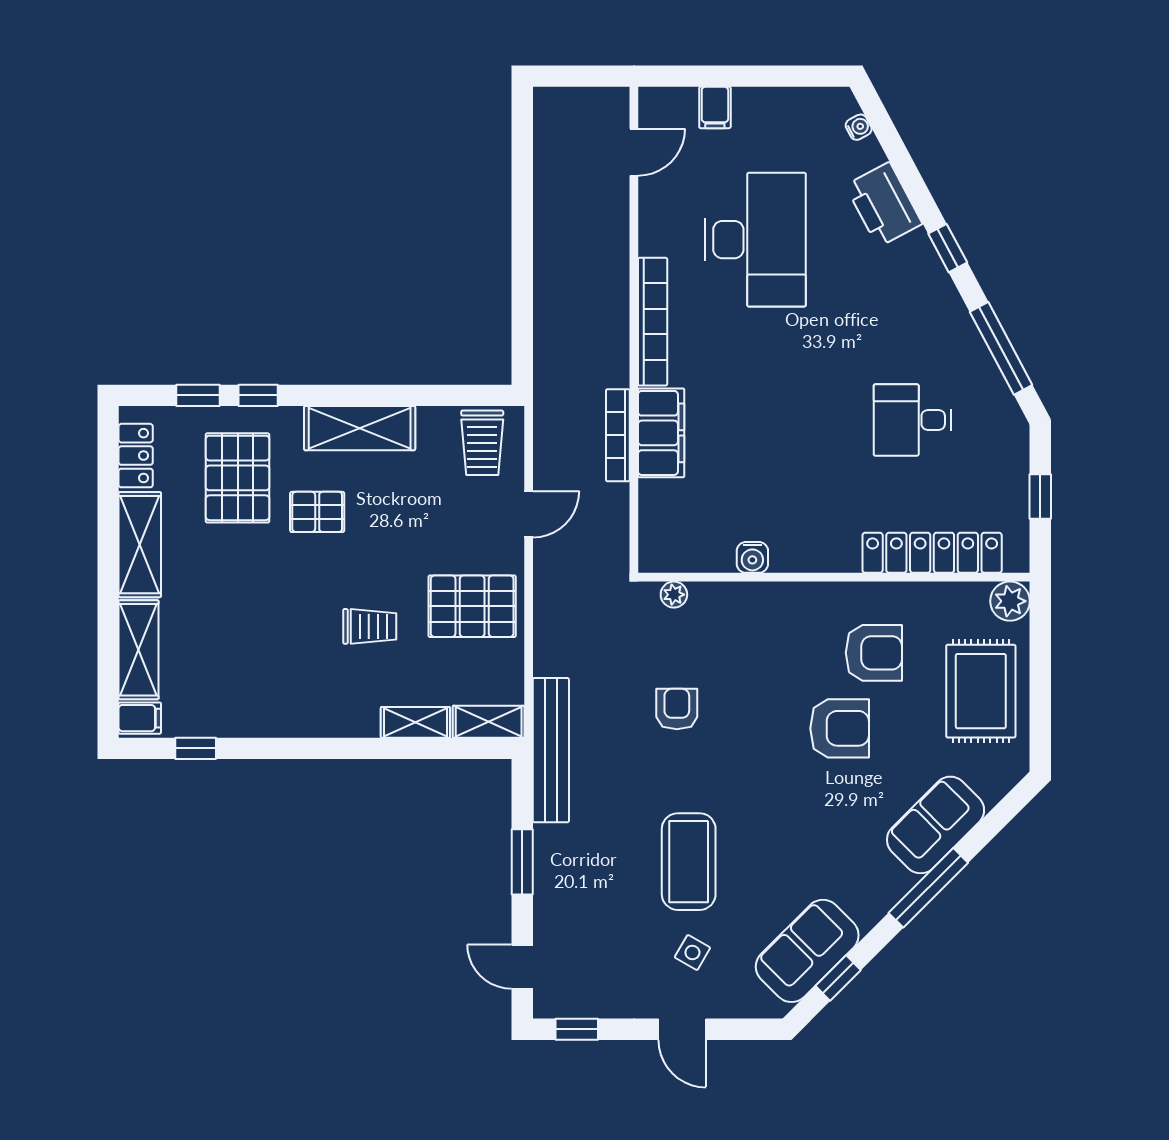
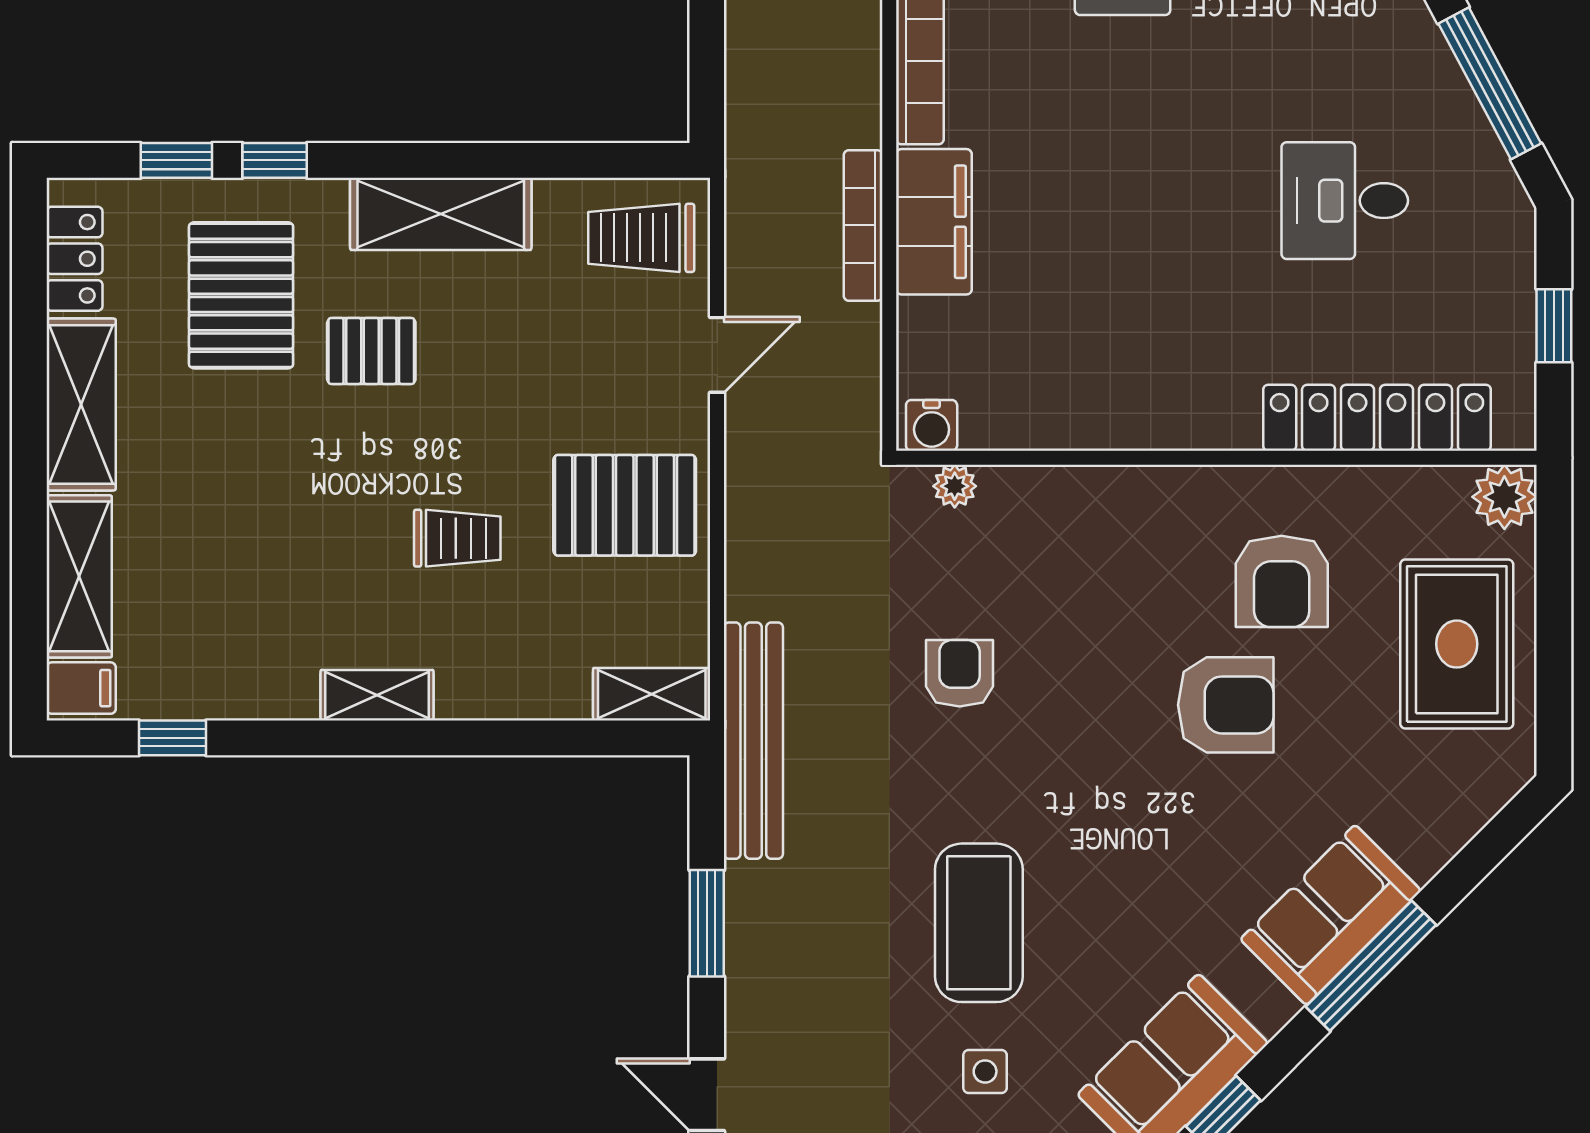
trolley: (482, 443) -> (641, 238), turned 90
water cooler: (752, 557) -> (932, 425), moved
armchair: (874, 653) -> (1282, 581), turned 90
shelving: (415, 722) -> (377, 695), moved
sofa: (936, 825) -> (1331, 915), moved
side table: (692, 952) -> (985, 1071), turned -30

